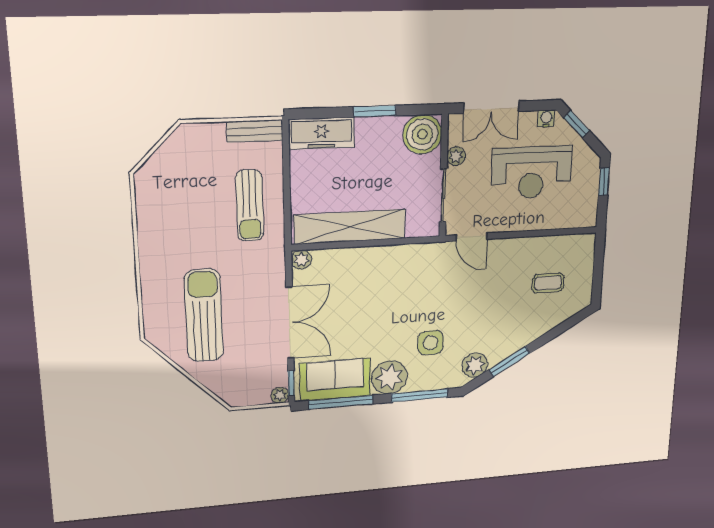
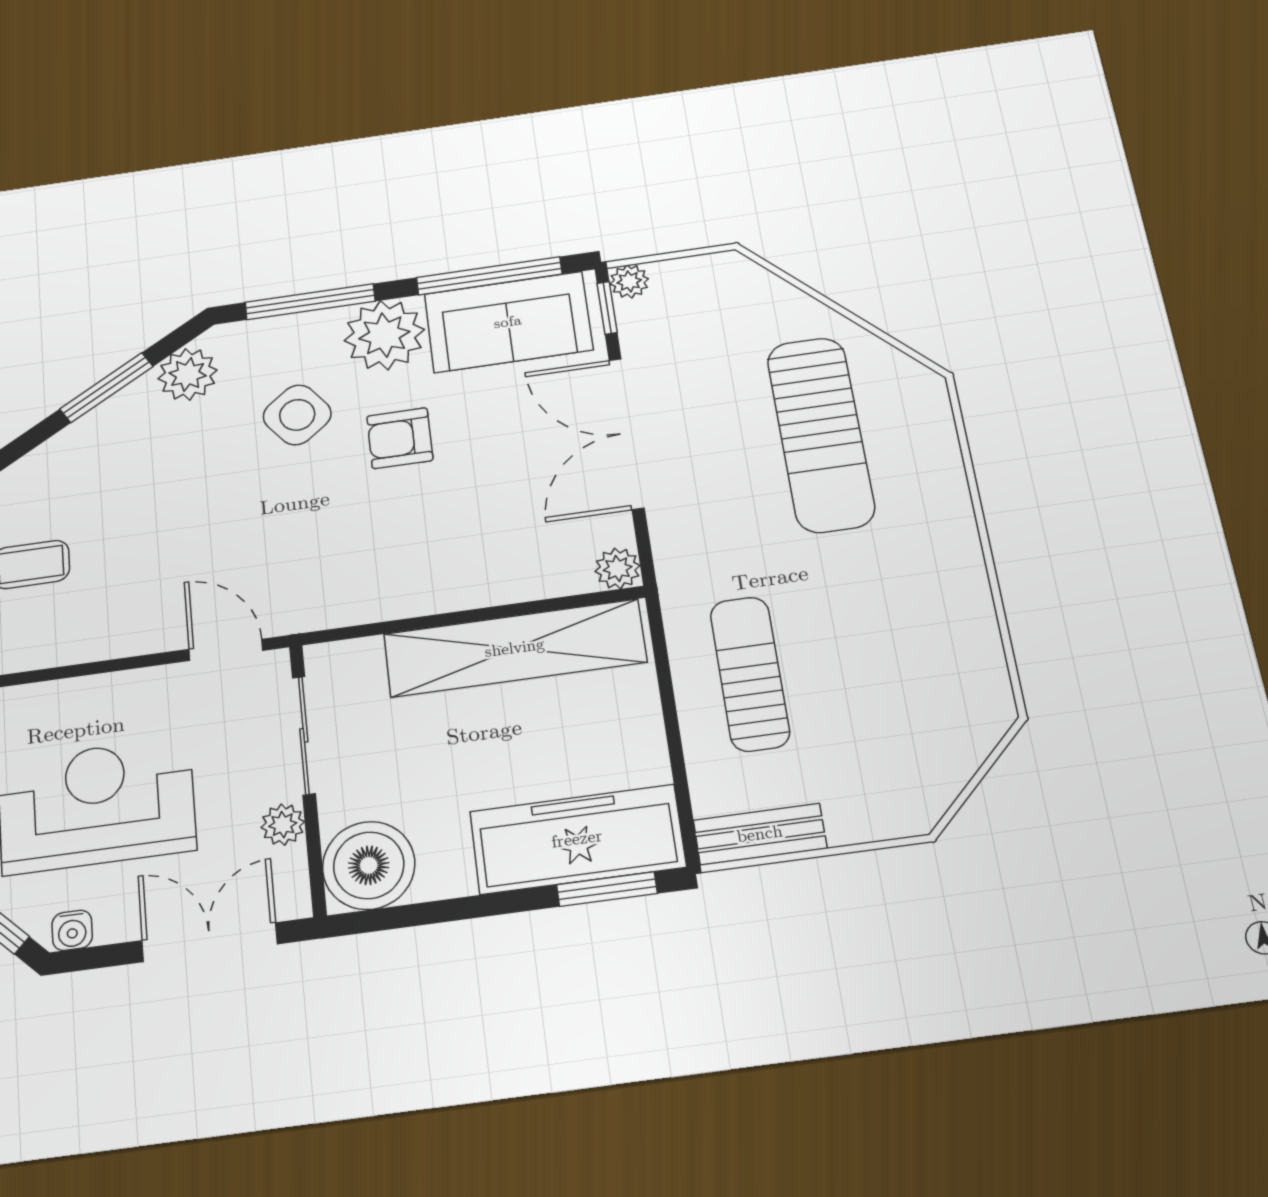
window: (375, 111) -> (607, 889), moved
freezer: (321, 133) -> (577, 839), width x1.36, depth x1.26
armchair: (388, 328) -> (400, 438), added
side table: (431, 343) -> (297, 415), turned -38

